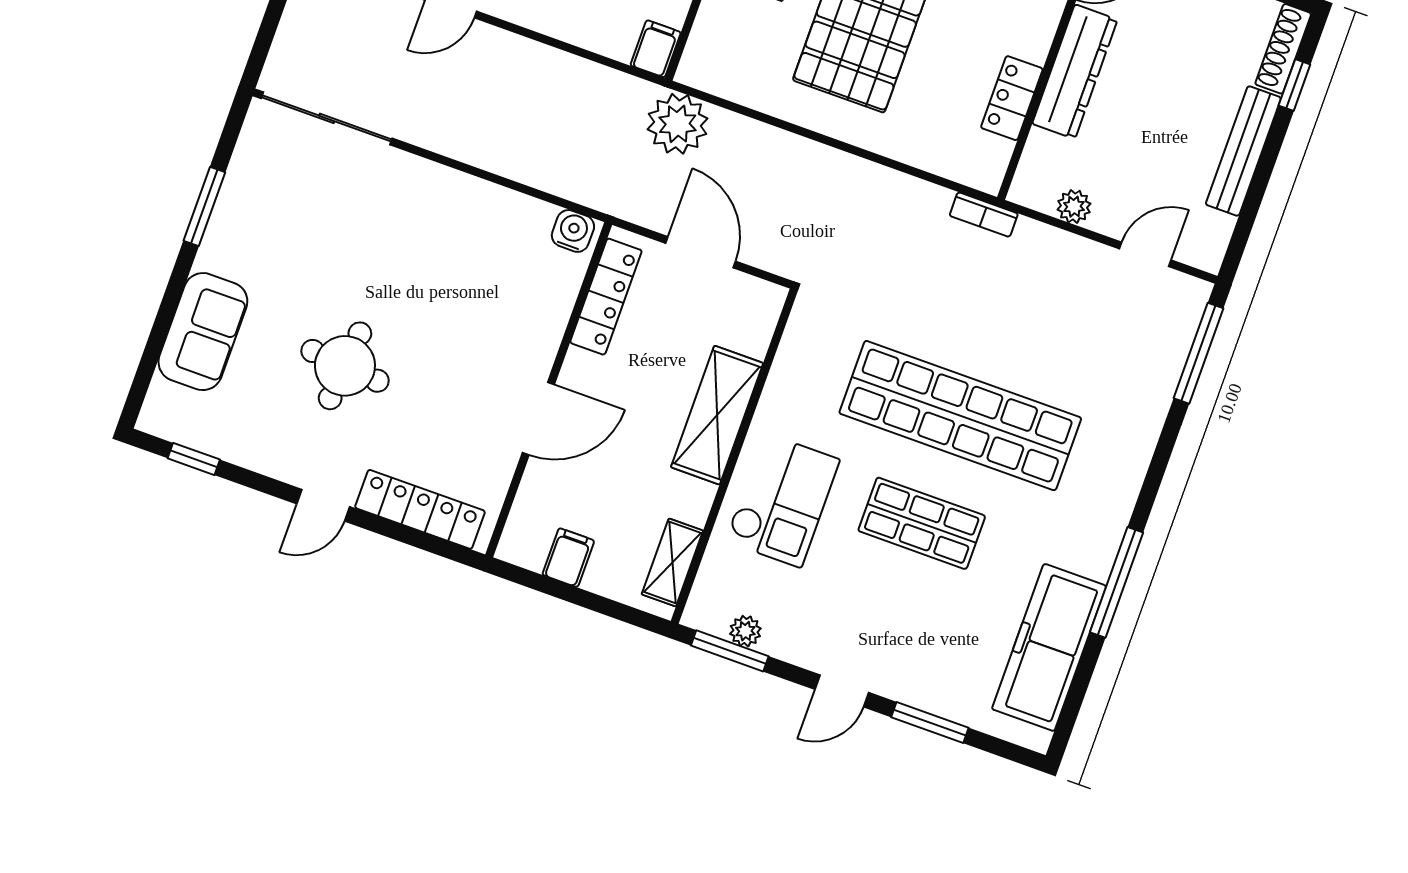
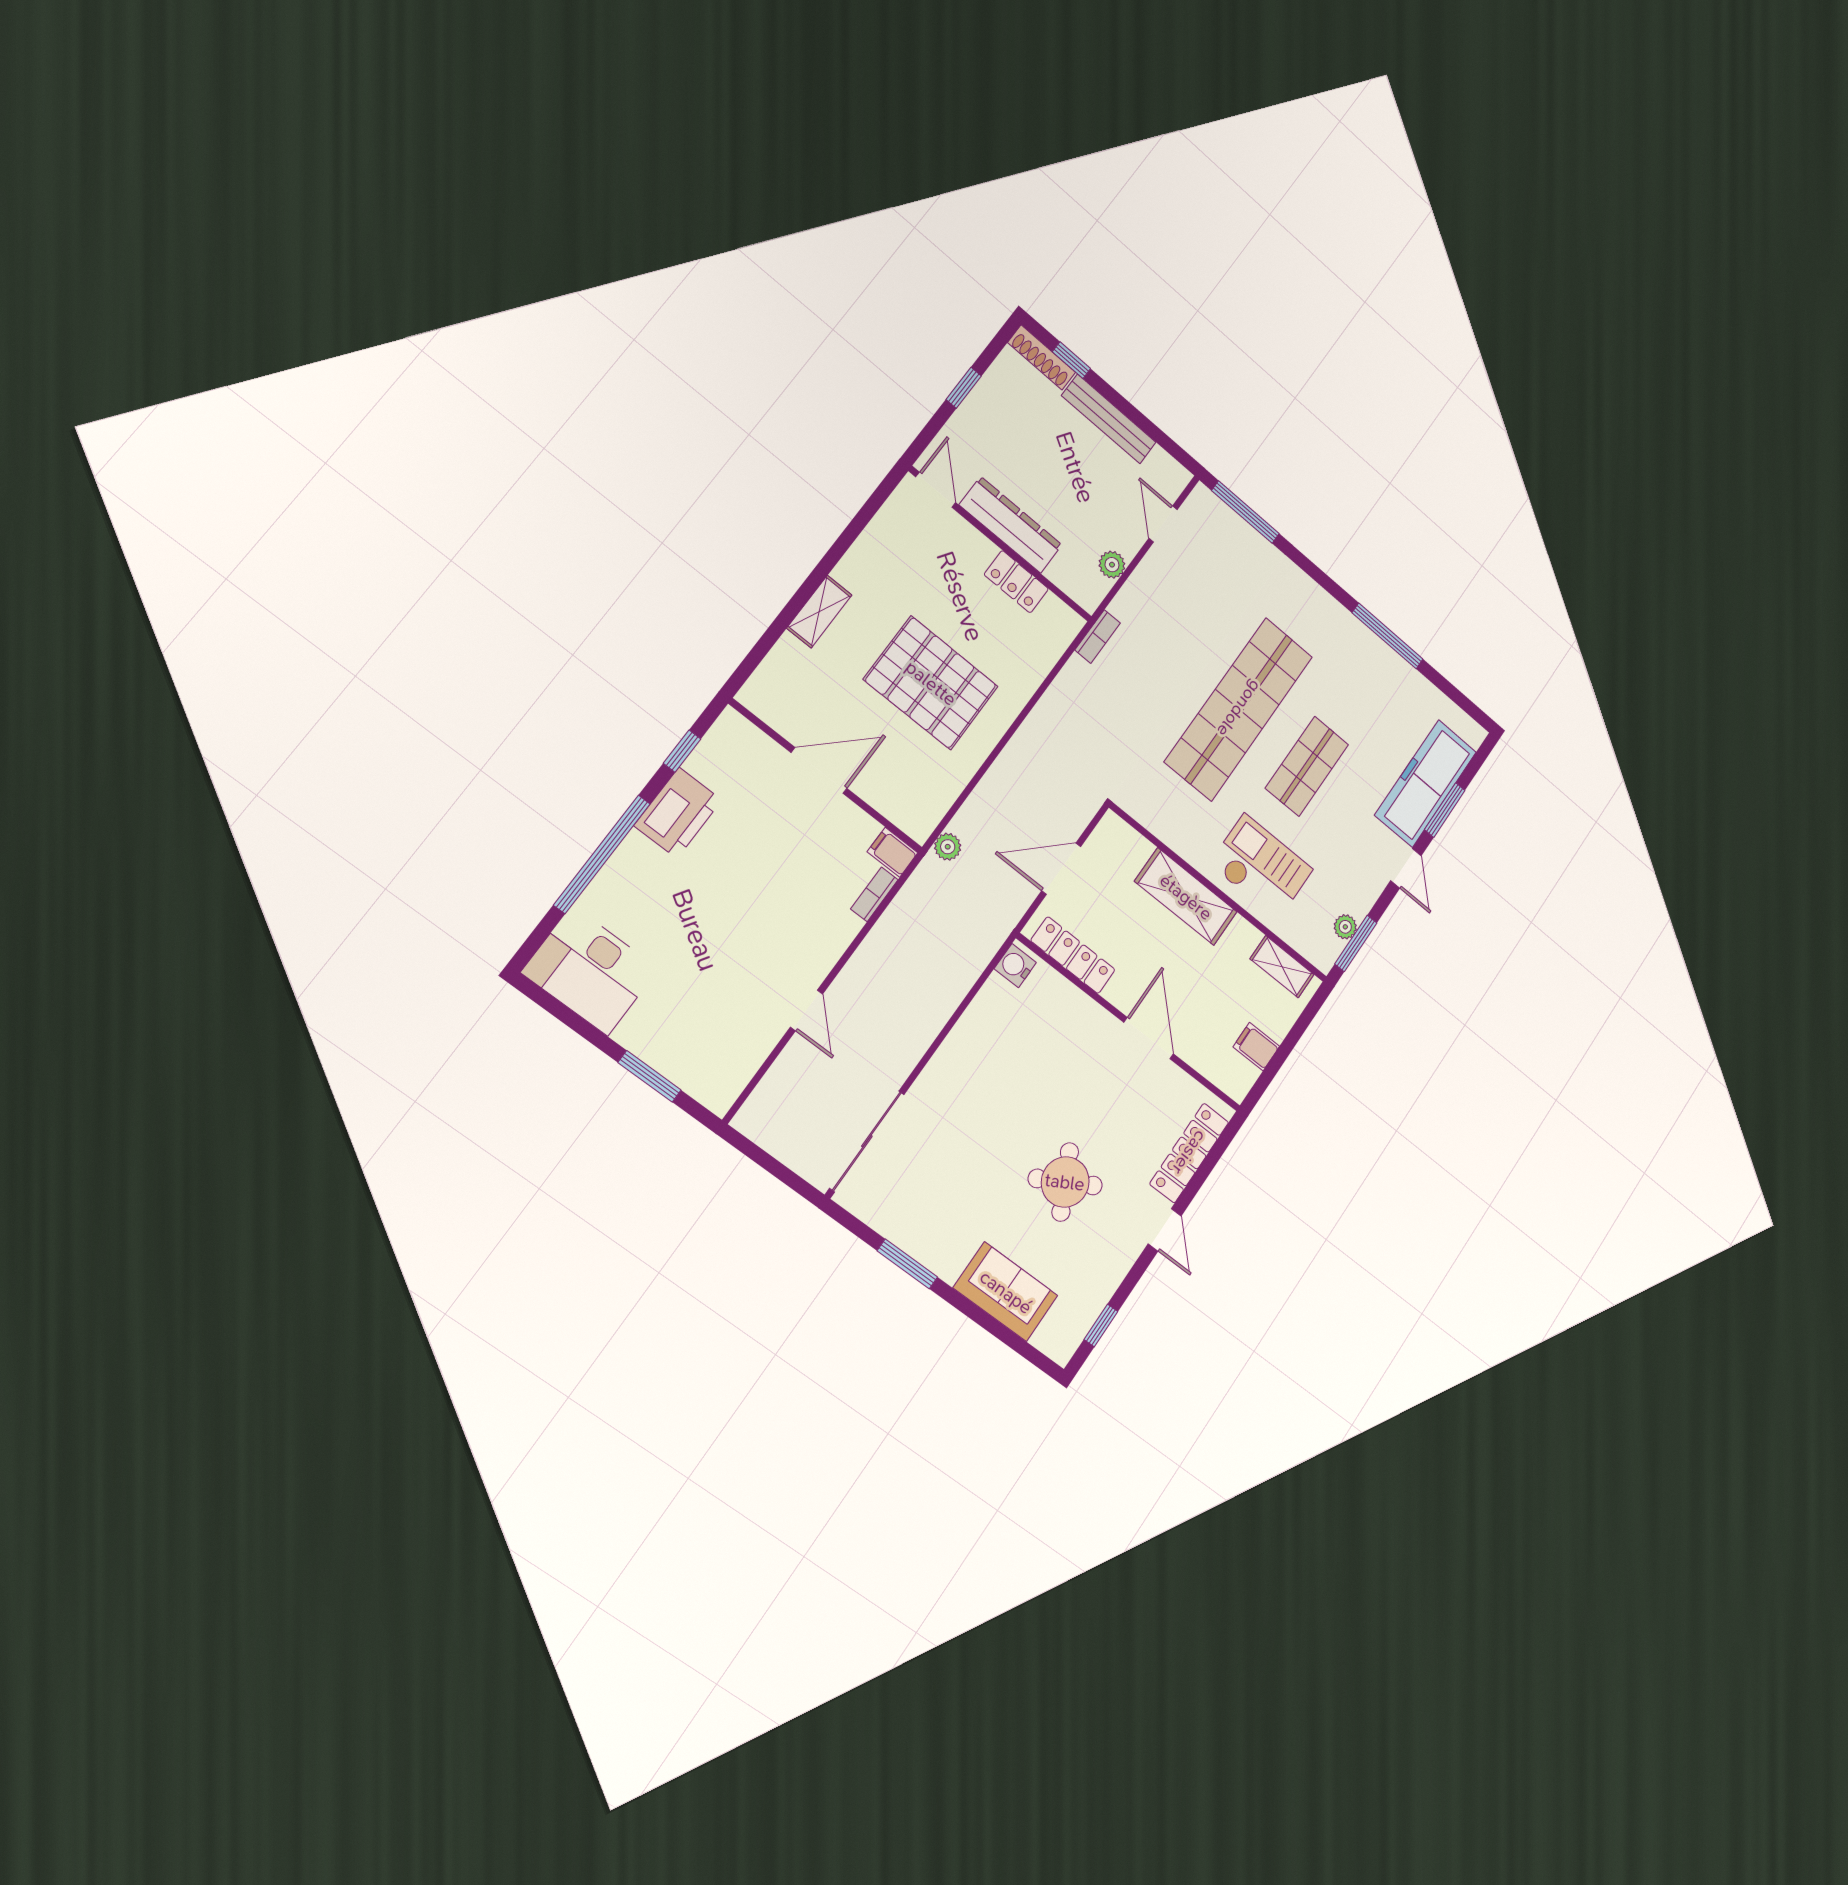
bookcase: (602, 43) -> (874, 894), added
plant: (678, 124) -> (948, 847), width x0.53, depth x0.53
round table: (345, 366) -> (1065, 1182), turned -33
freezer: (1049, 647) -> (1426, 783), moved, turned 90

